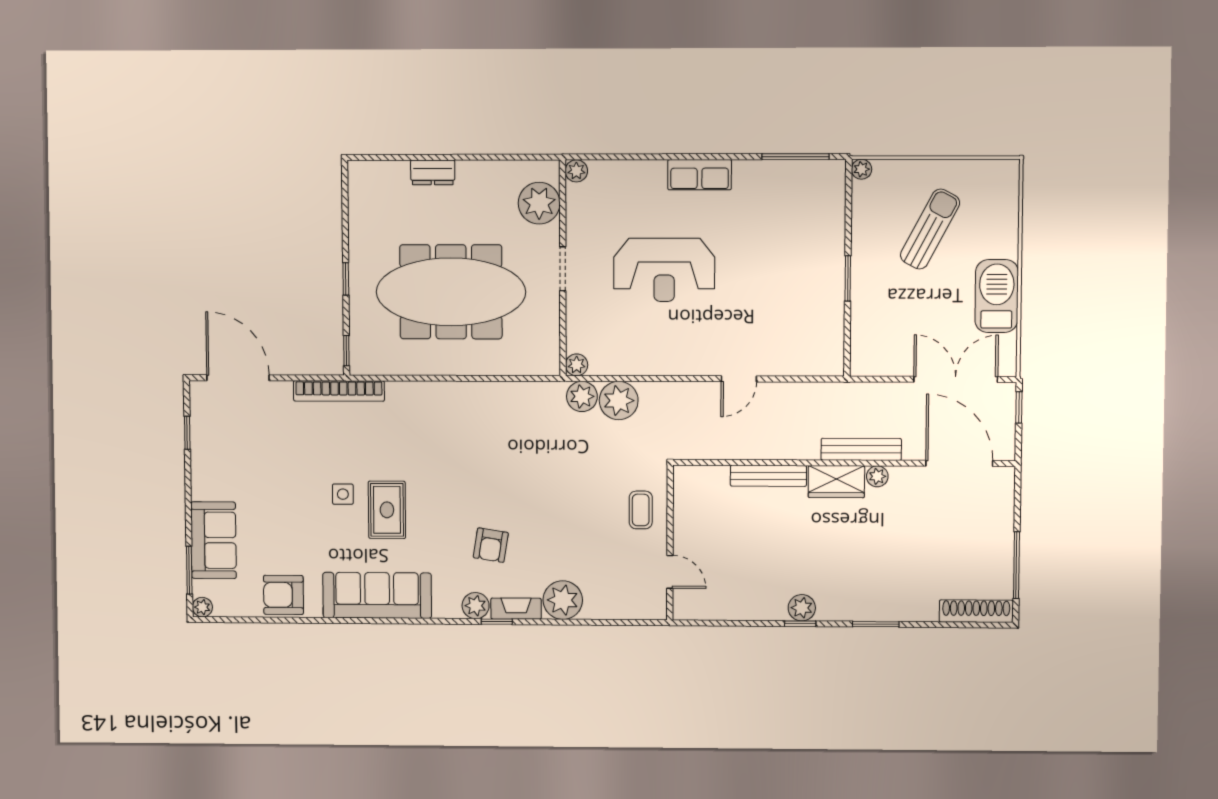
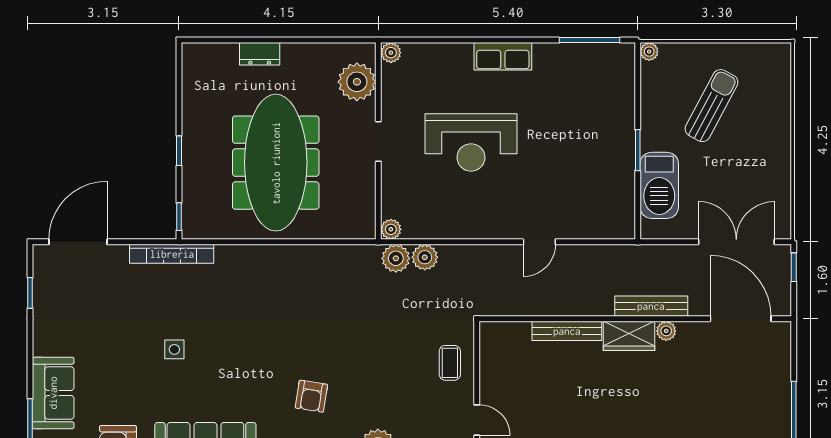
meeting table: (451, 292) -> (276, 163), turned 90
barbecue: (997, 296) -> (659, 185), moved, turned 180
door: (238, 378) -> (78, 242), hinge flipped
plant: (619, 401) -> (425, 257), width x0.73, depth x0.73
rug: (387, 510) -> (215, 364), removed

